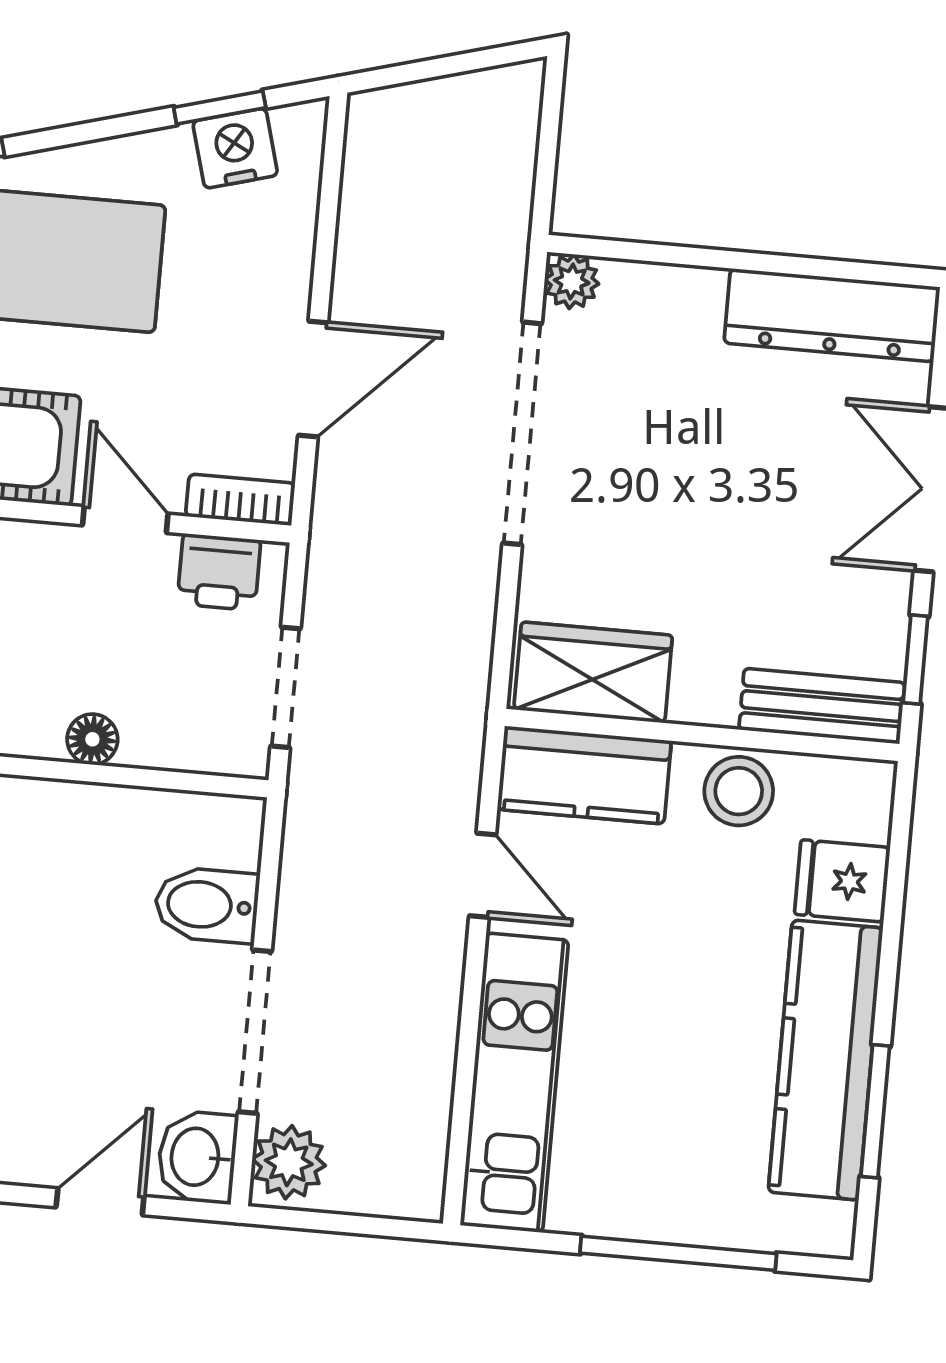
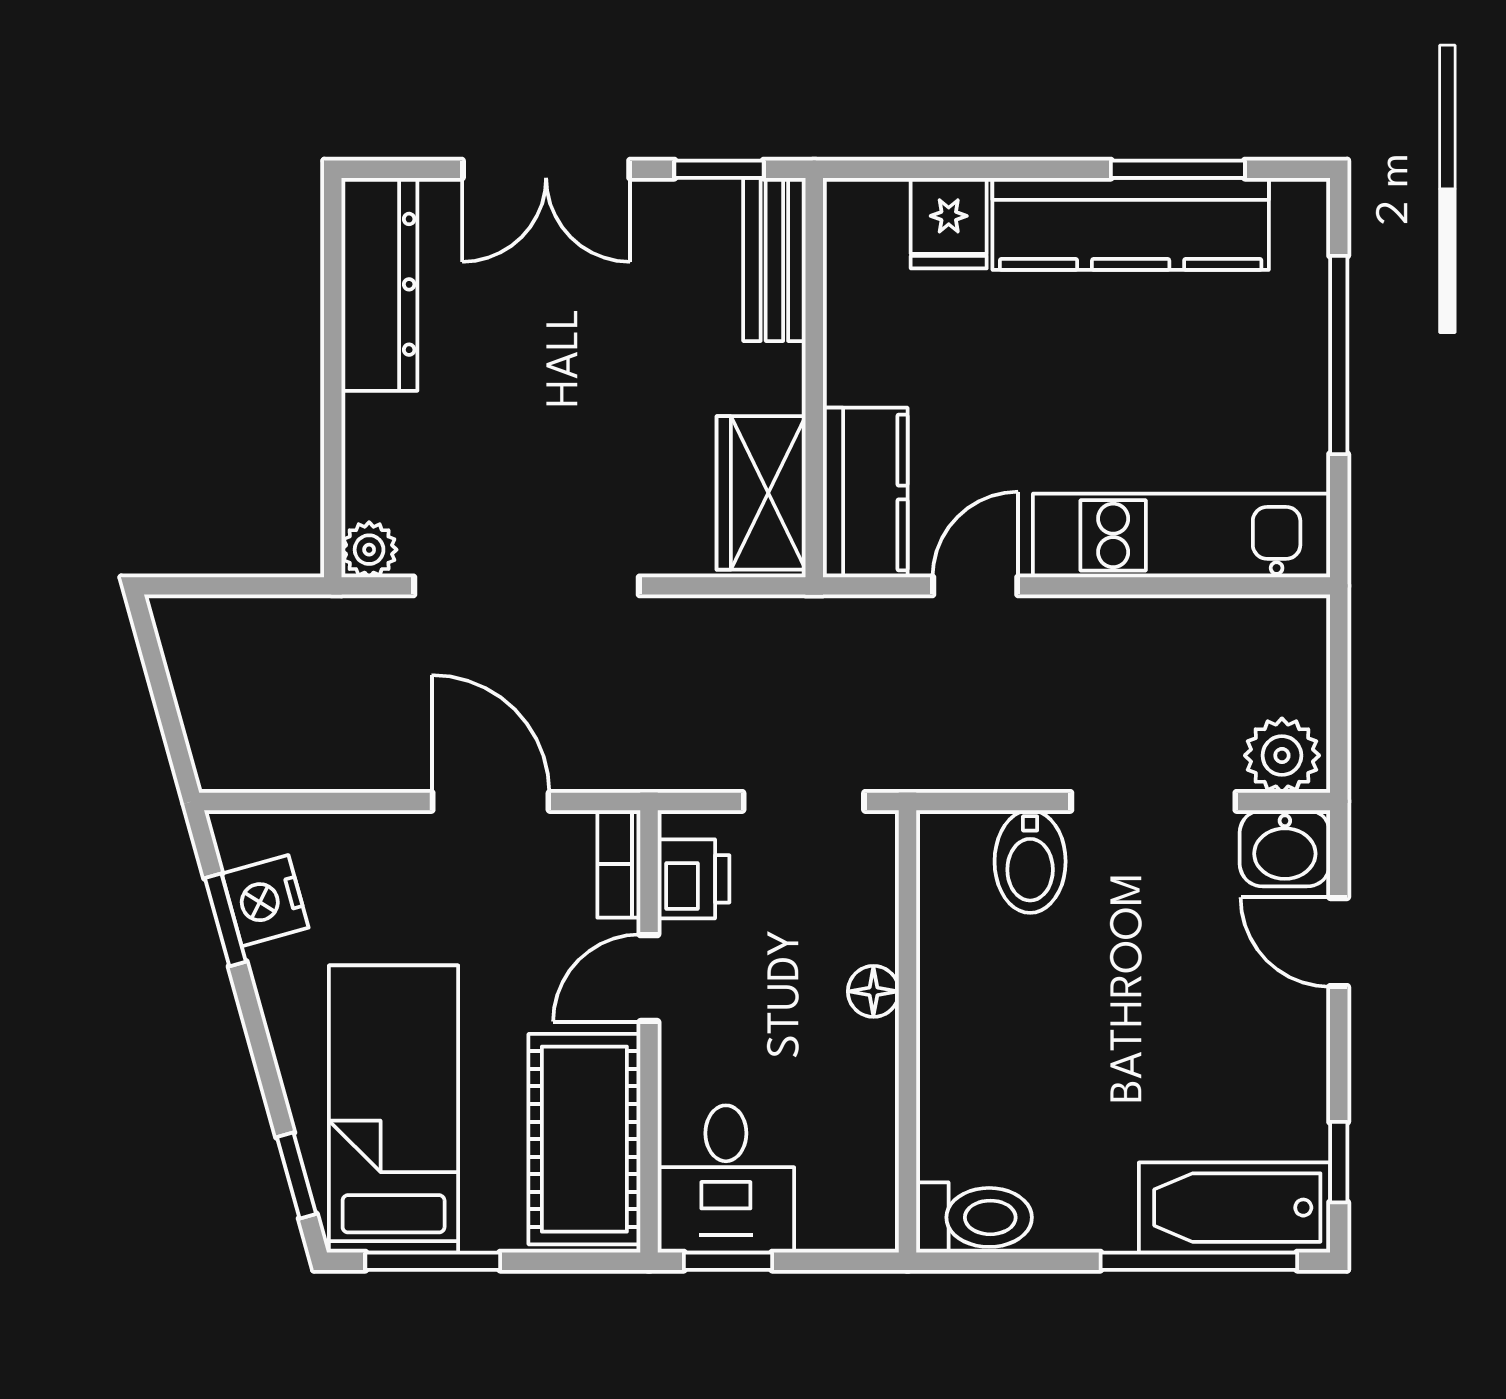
stool: (739, 791) -> (868, 336), removed

